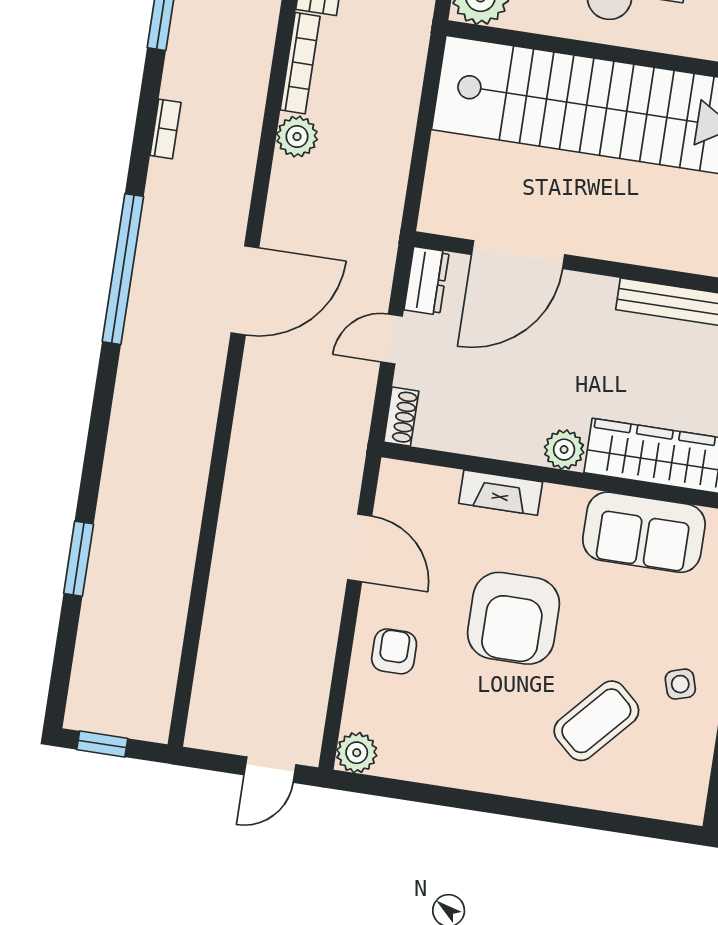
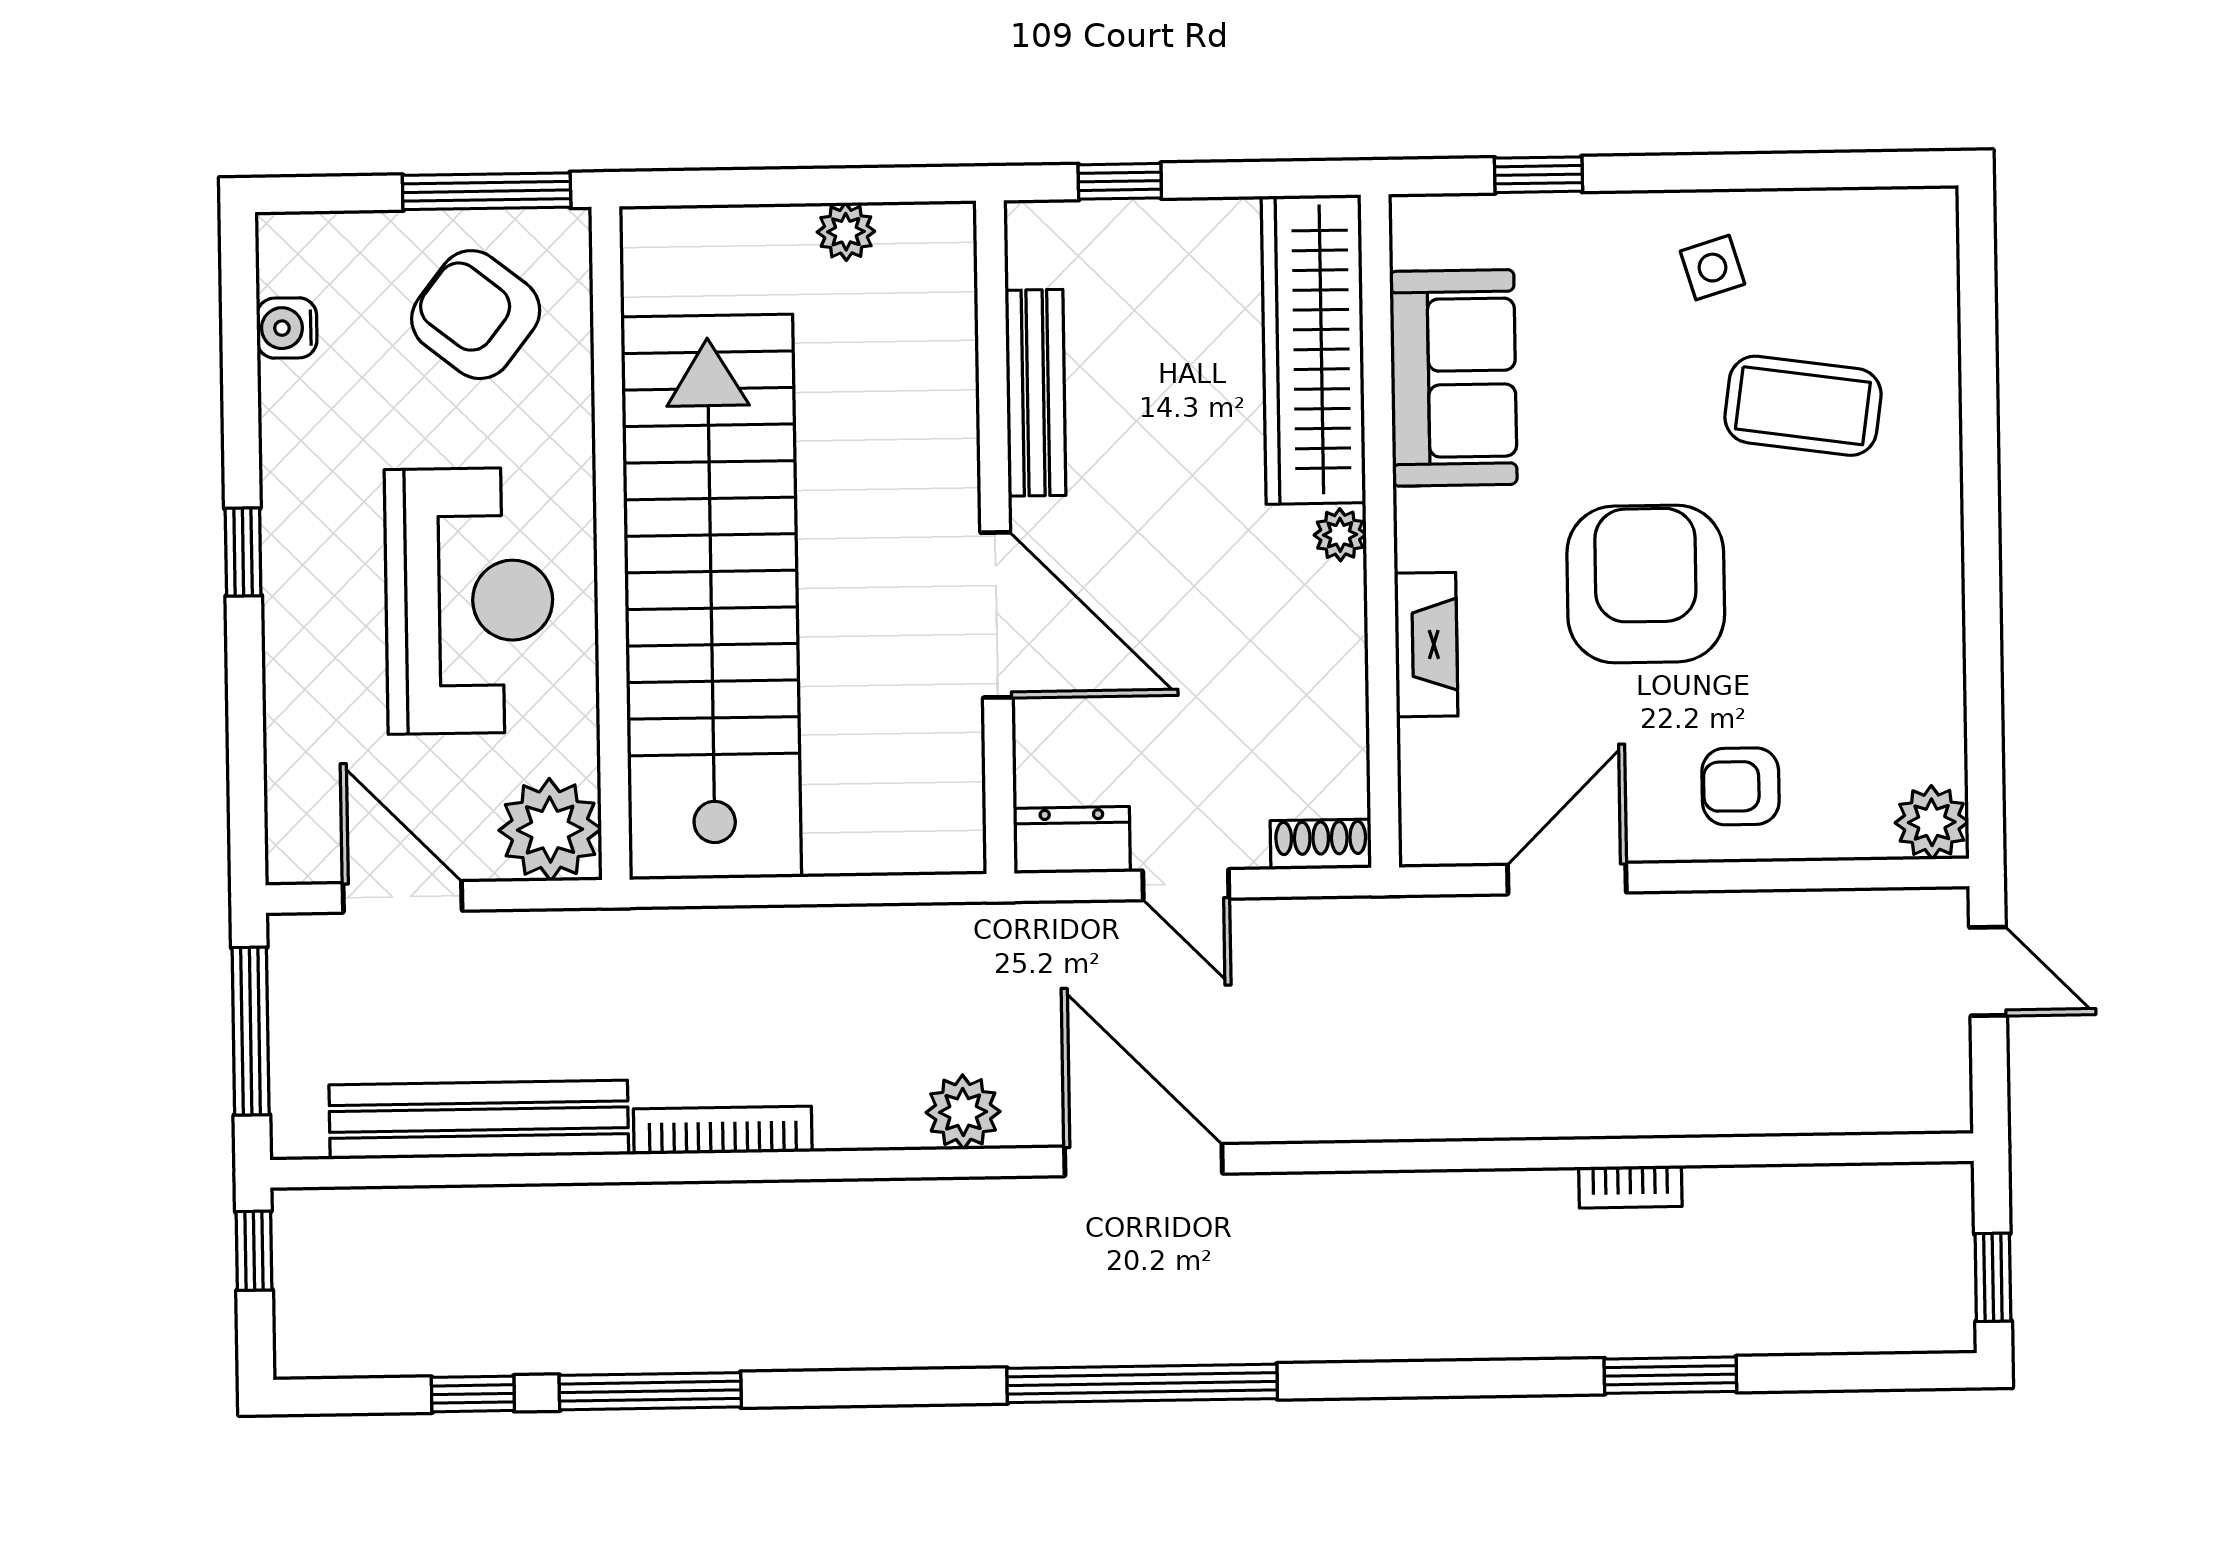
bookcase: (166, 129) -> (1630, 1187), moved, turned 180
plant: (297, 137) -> (963, 1112), moved
door: (518, 255) -> (996, 615), moved
plant: (564, 450) -> (1340, 535), width x0.73, depth x0.73
armchair: (513, 618) -> (1646, 584), turned -90
coffee table: (596, 721) -> (1803, 406), turned -34

